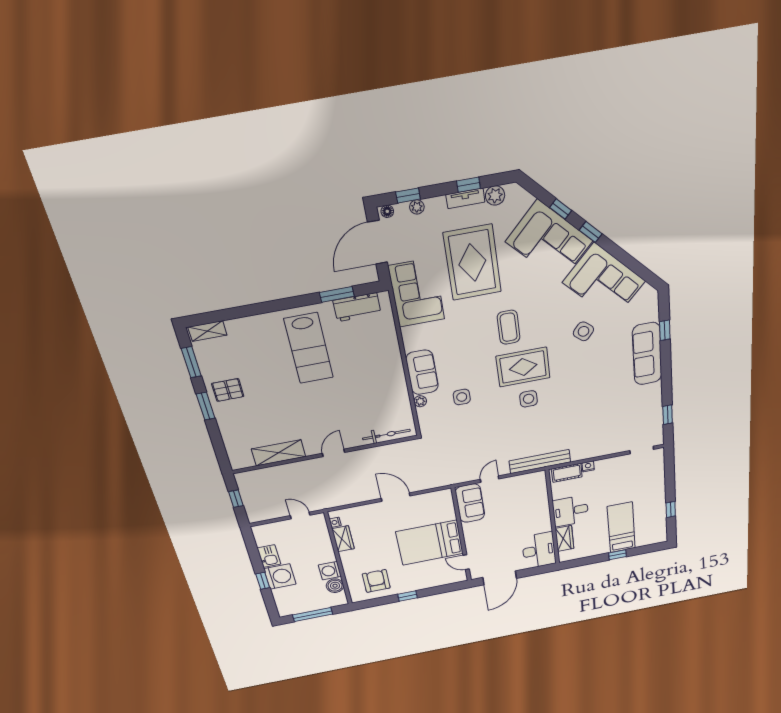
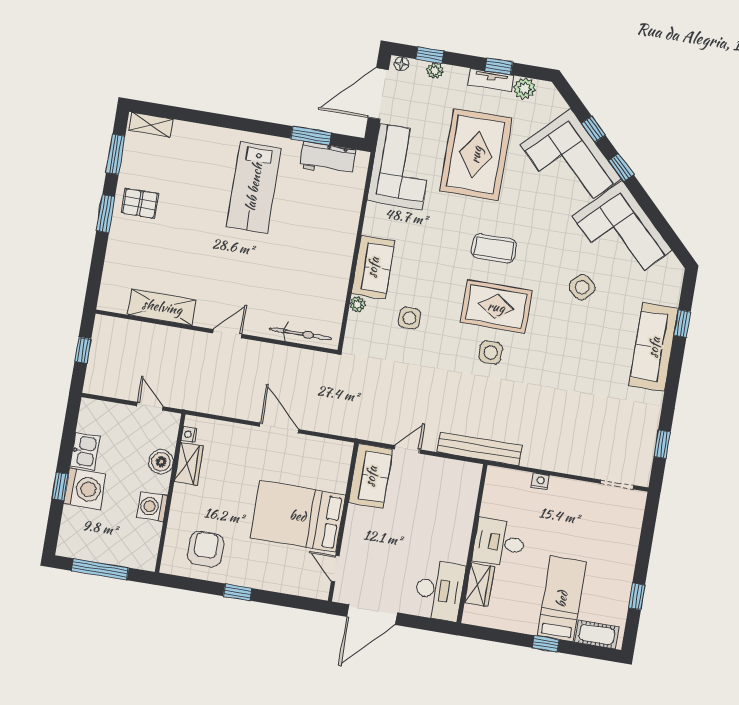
coffee table: (509, 327) -> (494, 248), turned 90
cot: (567, 473) -> (597, 635), moved
boiler: (335, 586) -> (161, 462), moved

